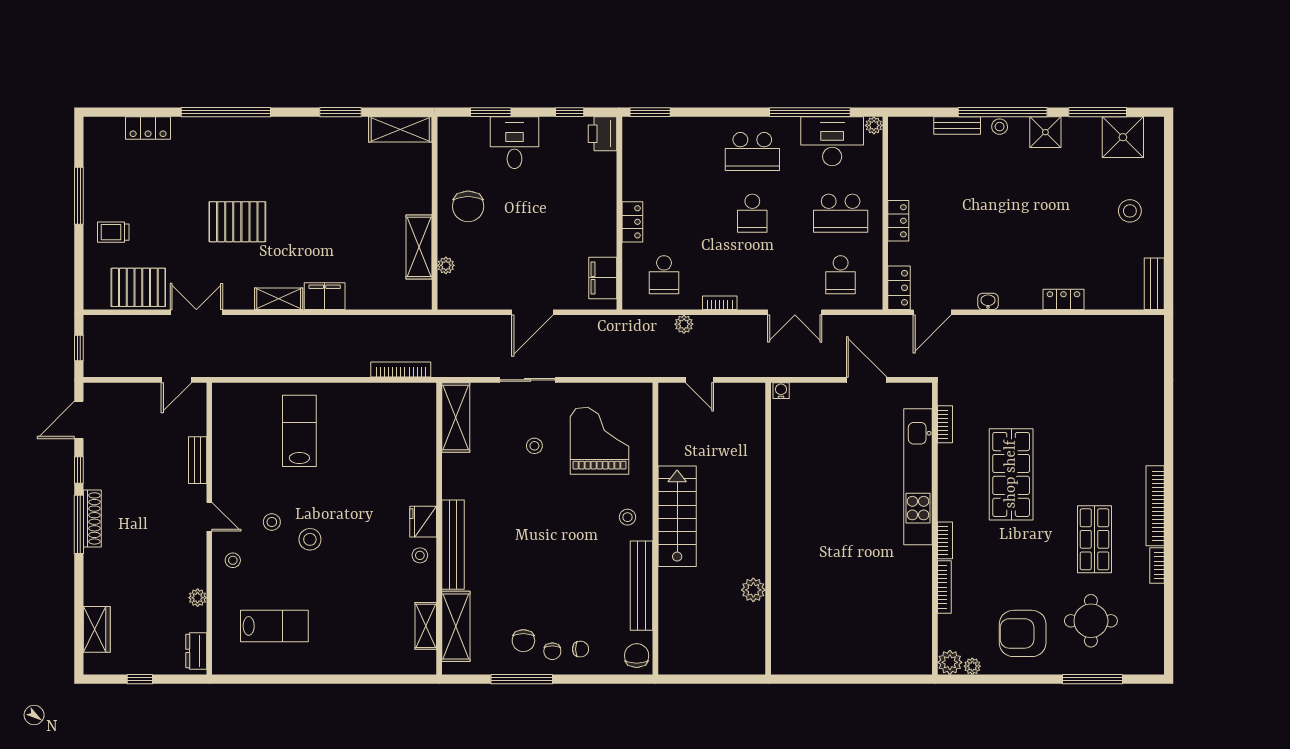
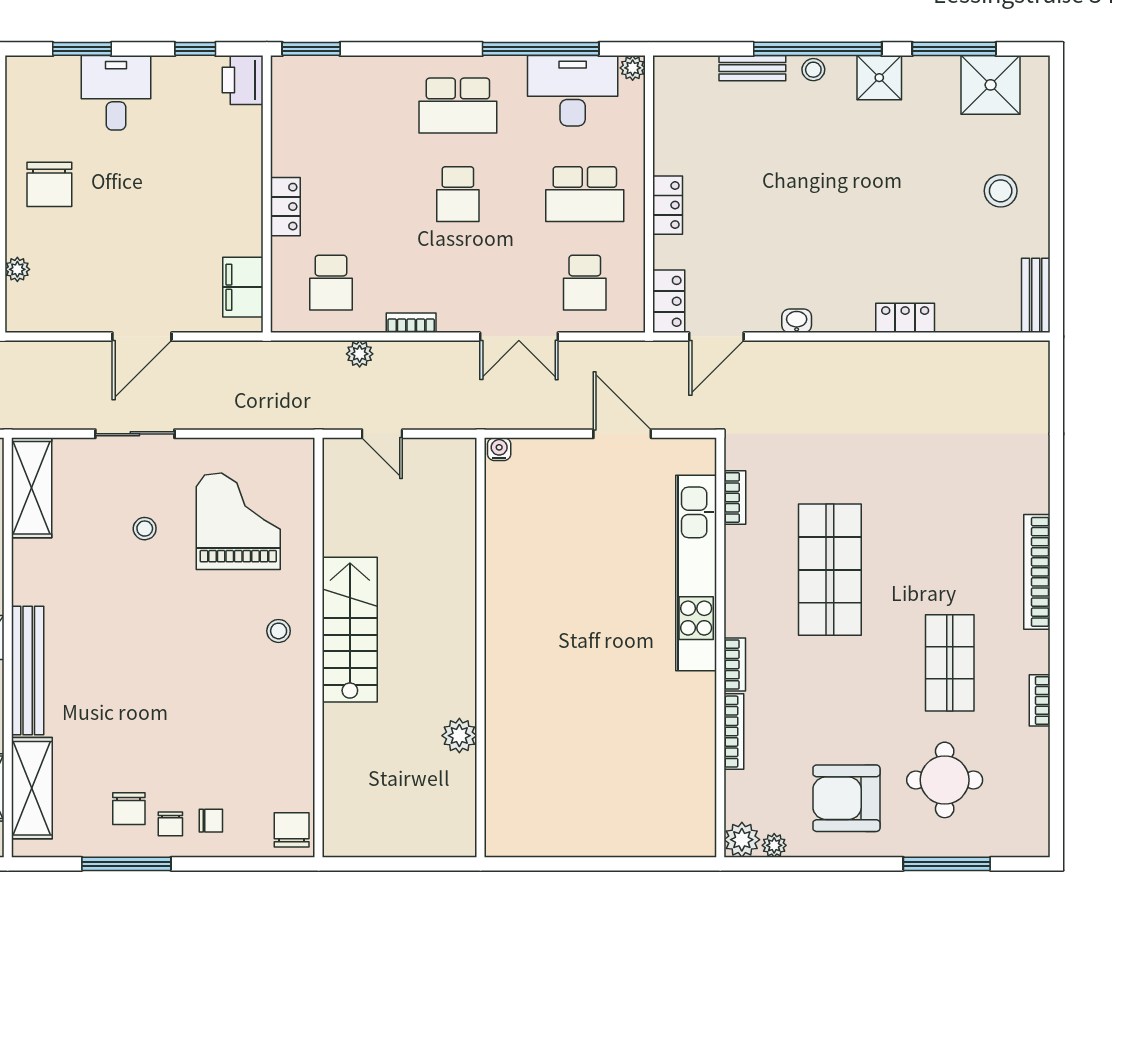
bookcase: (1155, 506) -> (1037, 572), moved
bench: (642, 586) -> (299, 729), removed

